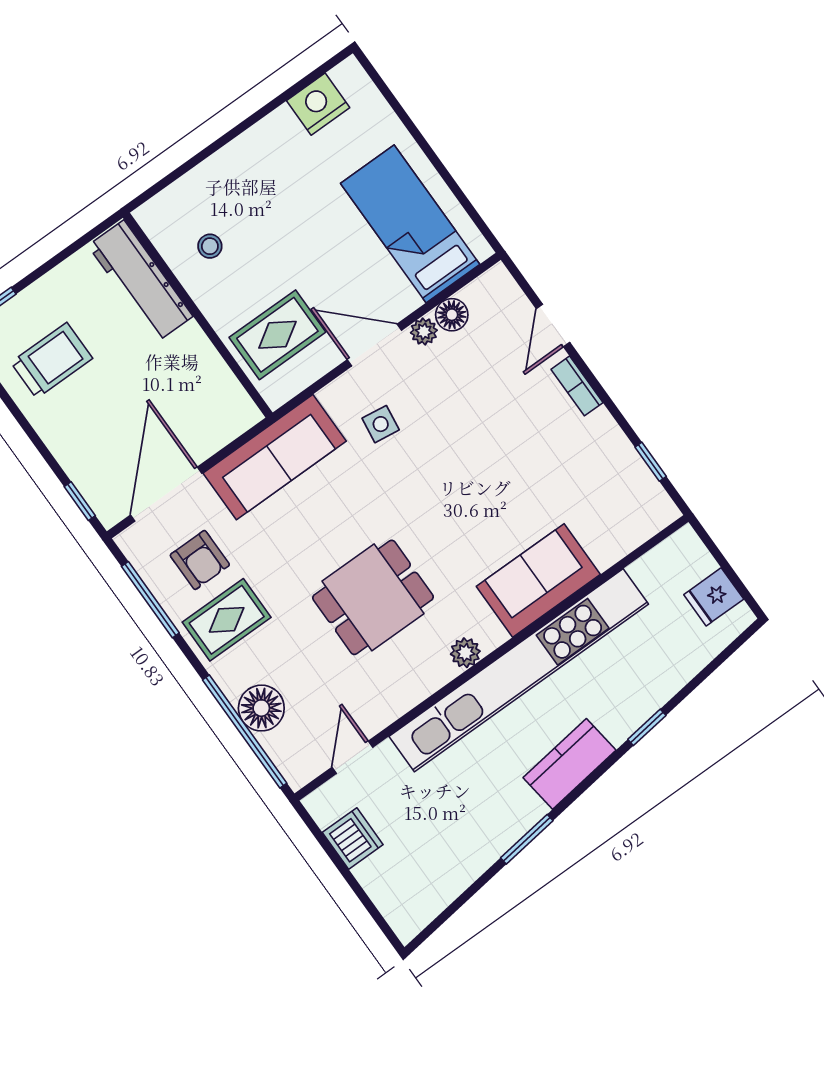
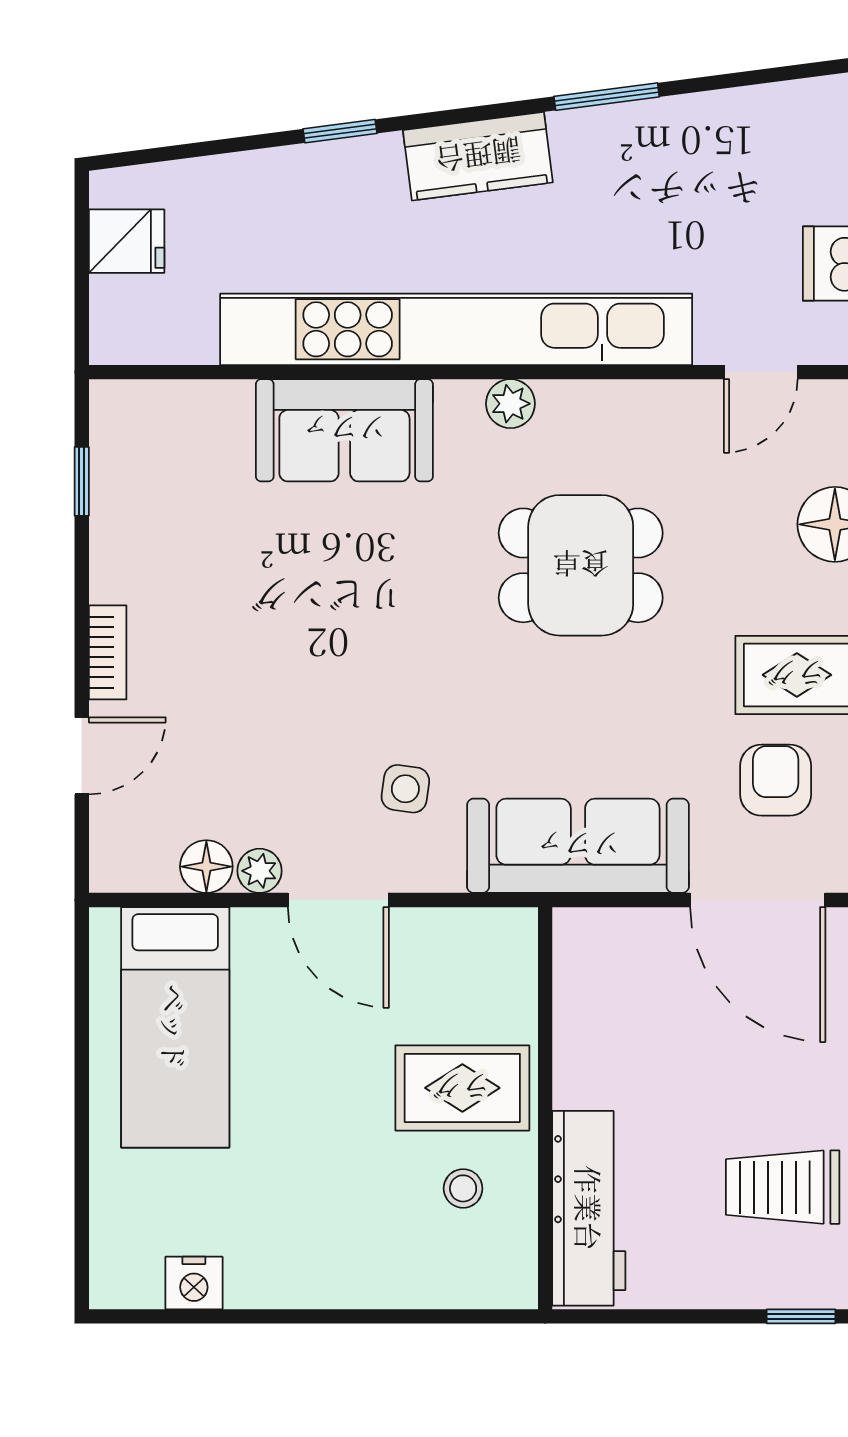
nightstand: (318, 104) -> (194, 1283), width x0.74, depth x0.75
rug: (277, 335) -> (462, 1088), moved
door: (166, 494) -> (758, 900), hinge flipped

